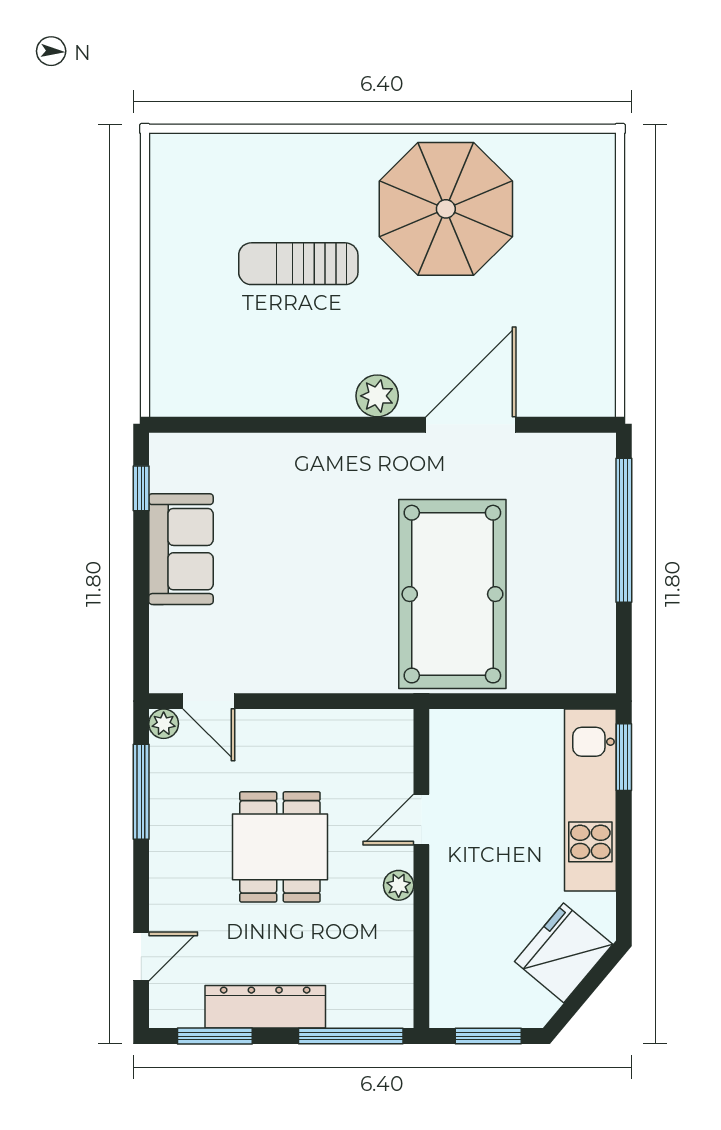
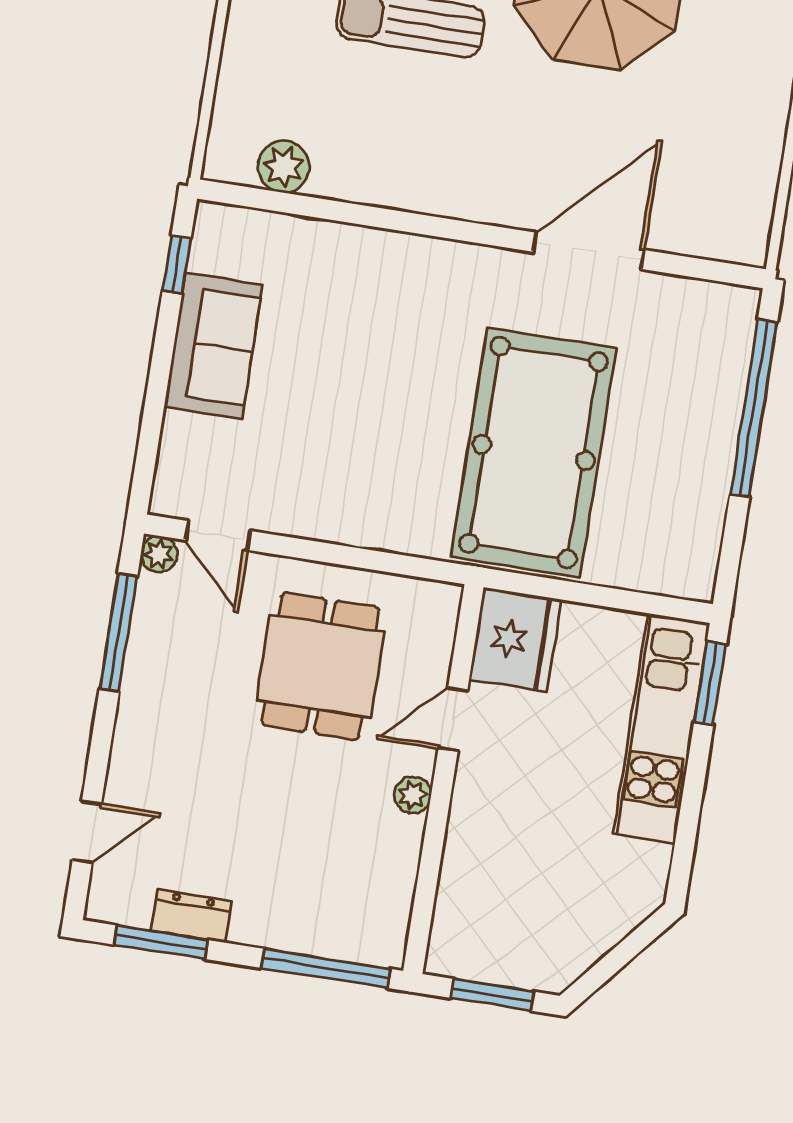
plant: (377, 396) -> (284, 167), moved
dining table: (280, 847) -> (320, 666), moved
fridge: (564, 953) -> (515, 640), moved, turned 140
dresser: (265, 1007) -> (191, 916), width x0.51, depth x0.80

